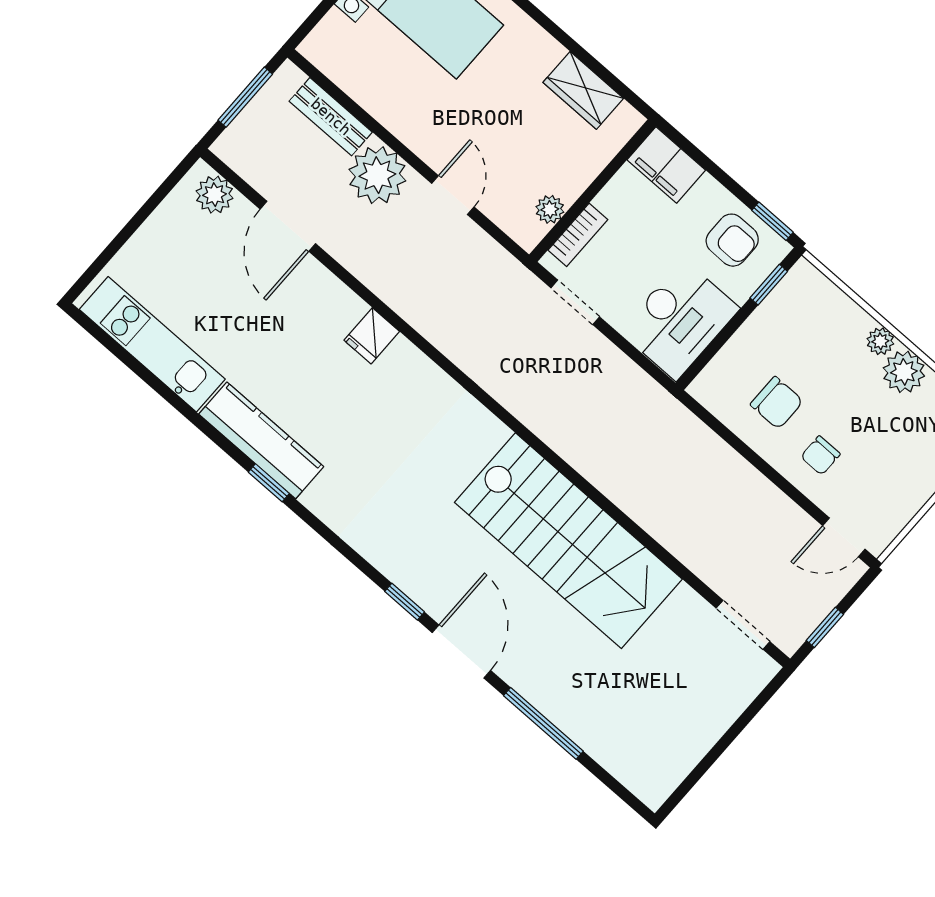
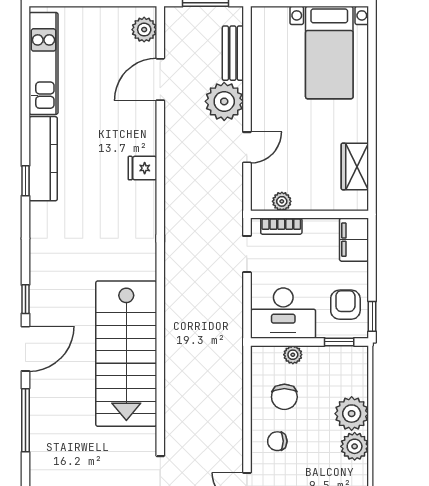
armchair: (732, 240) -> (345, 305), turned 180
plant: (880, 341) -> (352, 414), width x1.88, depth x1.88
plant: (737, 351) -> (293, 355), added

